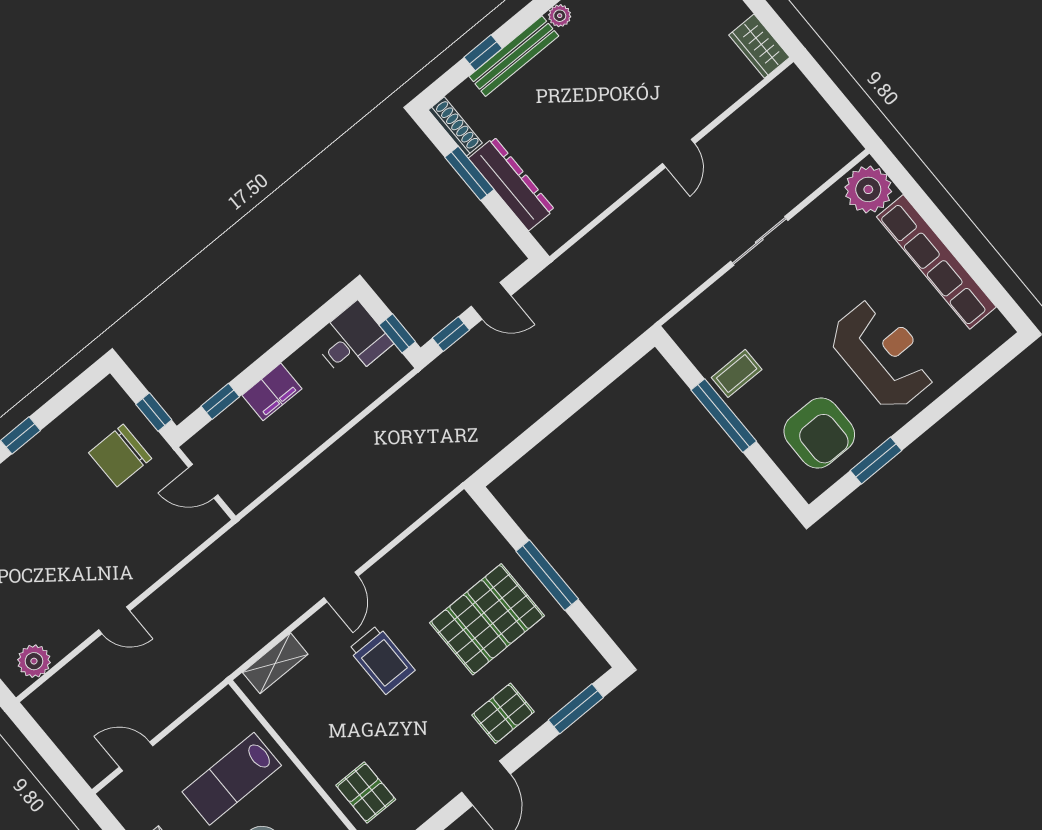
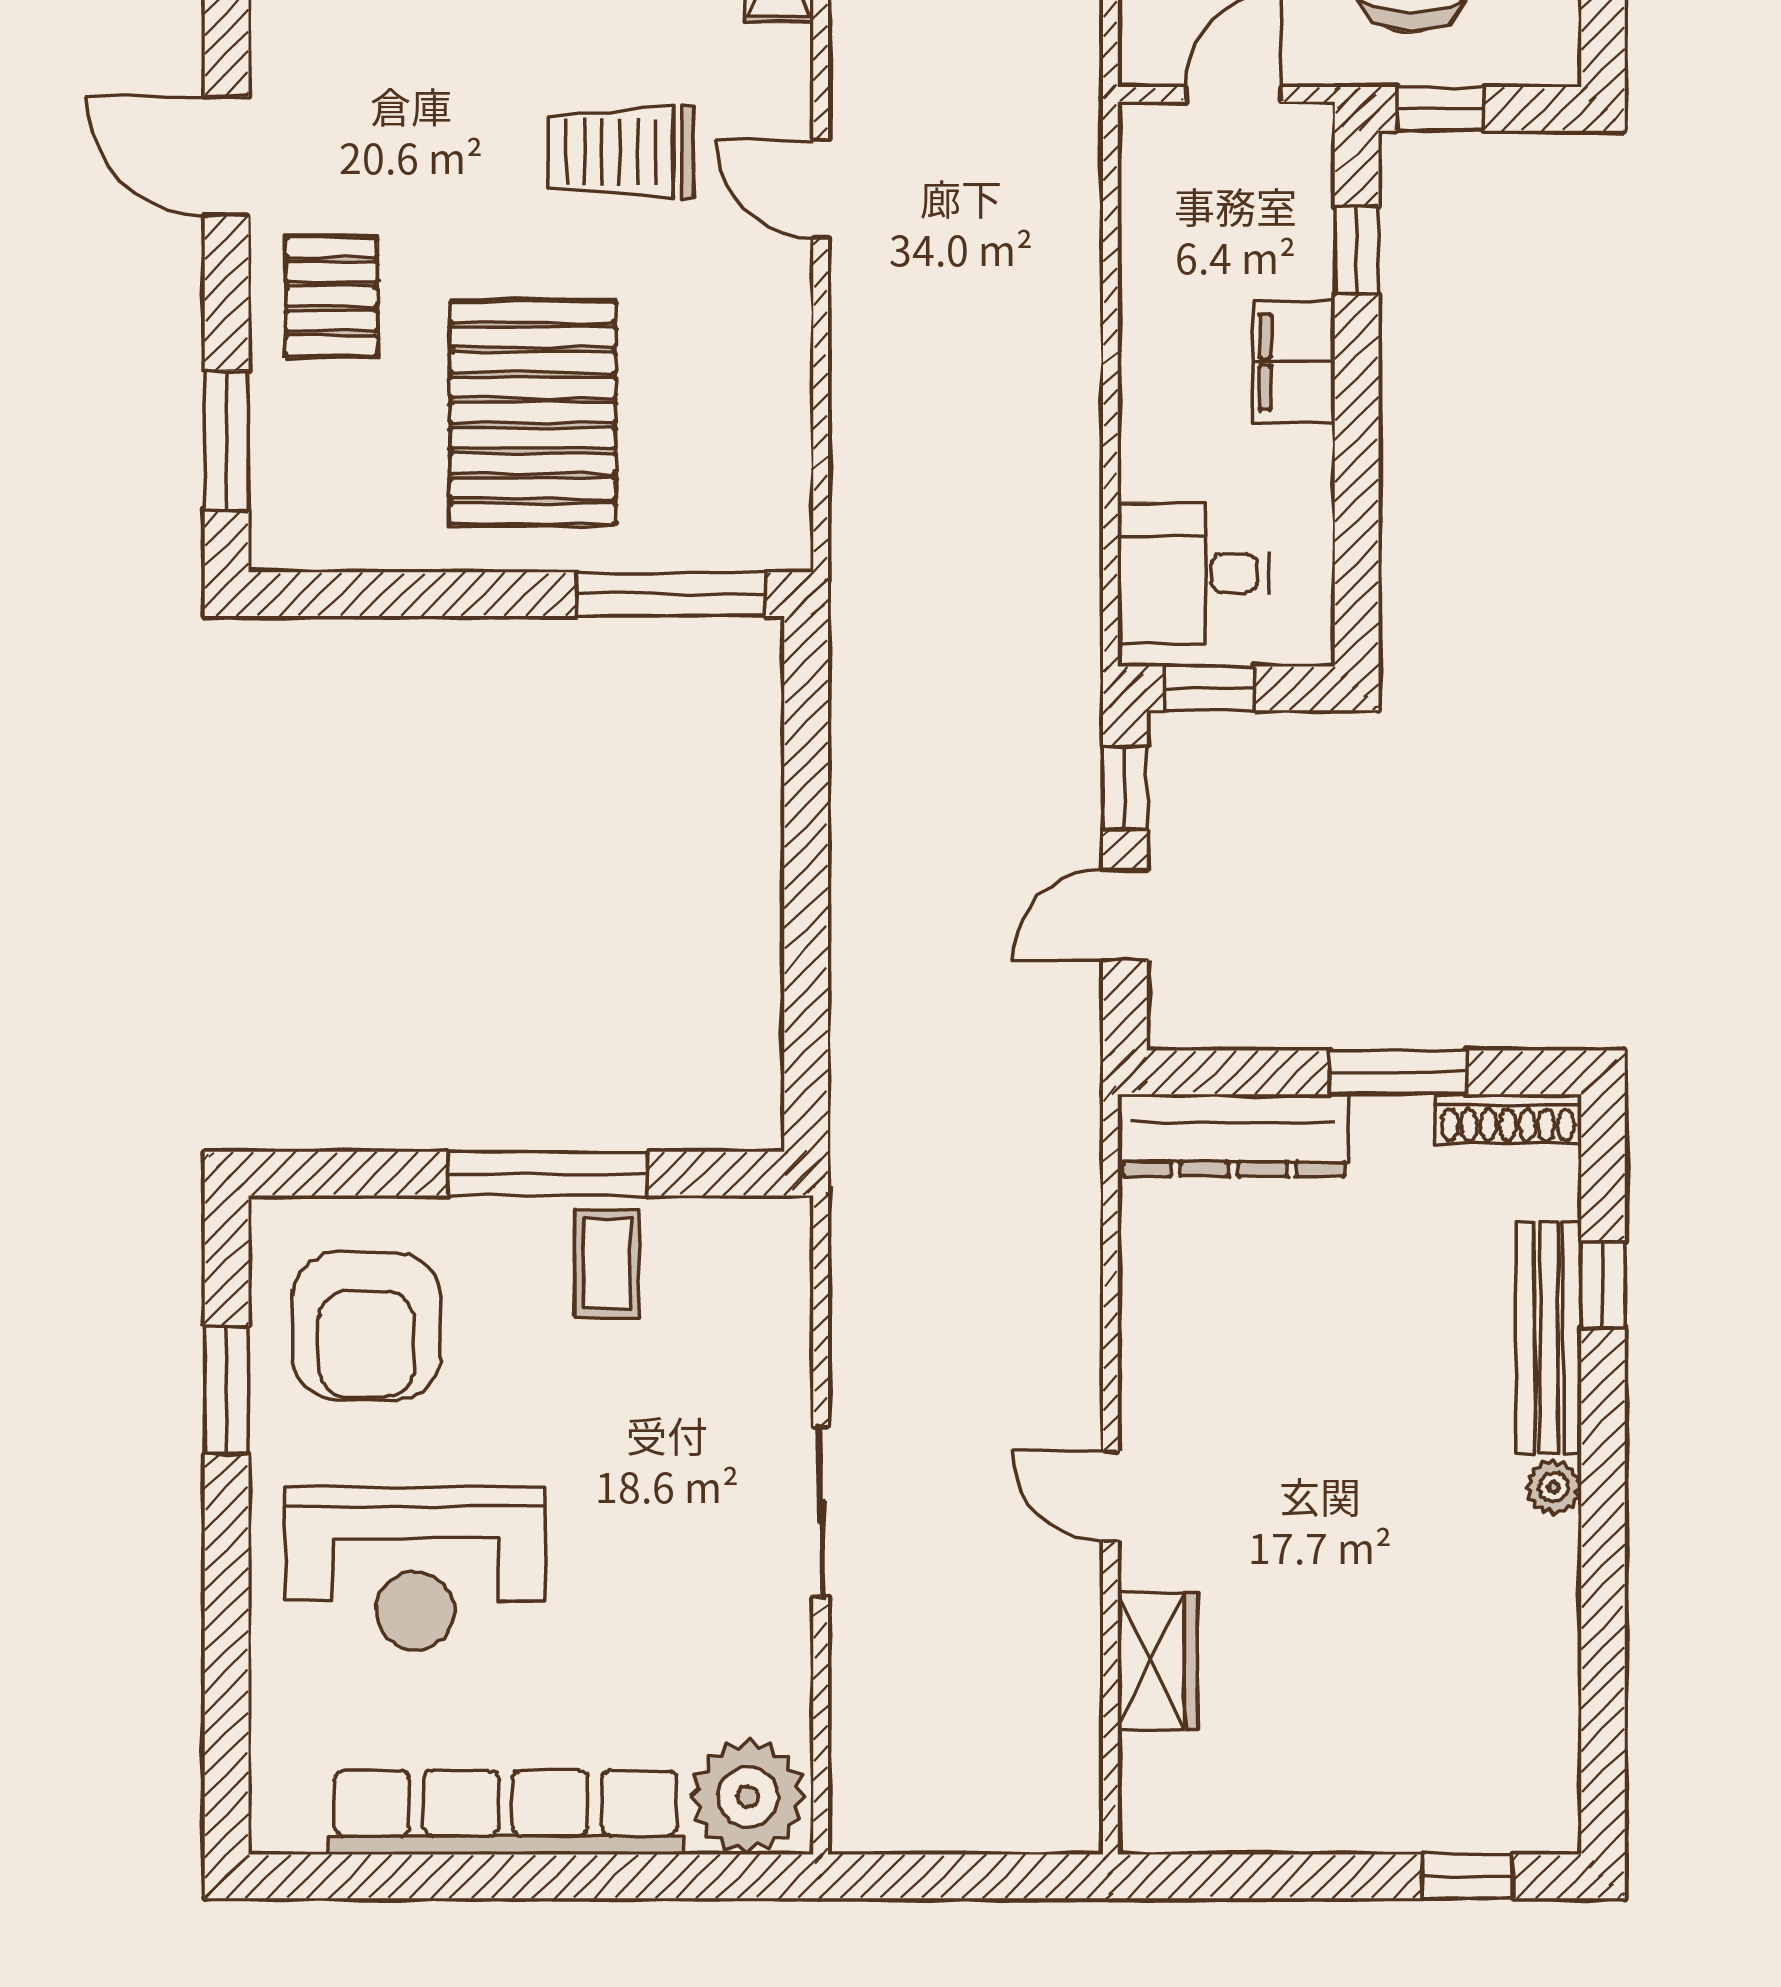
wardrobe: (759, 46) -> (1158, 1661), moved, turned 90
dresser: (511, 184) -> (1233, 1135), moved
desk: (352, 341) -> (1193, 573), moved, turned 90
armchair: (819, 433) -> (366, 1326), turned -90
window: (547, 575) -> (671, 594), moved

